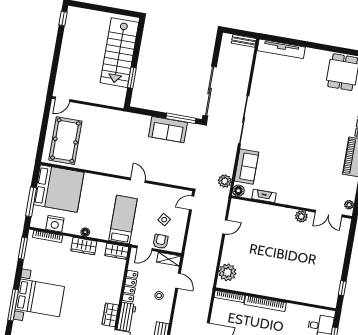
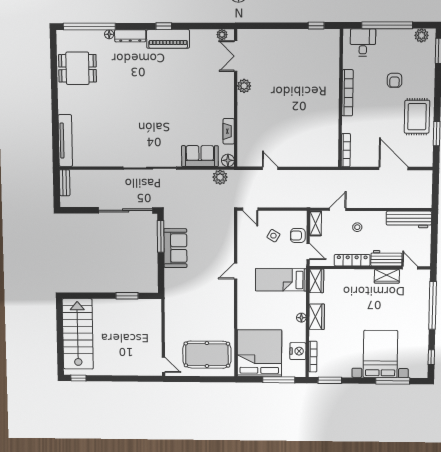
stairs: (119, 53) -> (78, 334), moved, turned -90
double door: (329, 214) -> (236, 56), swing flipped
plant: (227, 272) -> (320, 157), removed
bookcase: (265, 303) -> (347, 93), moved

